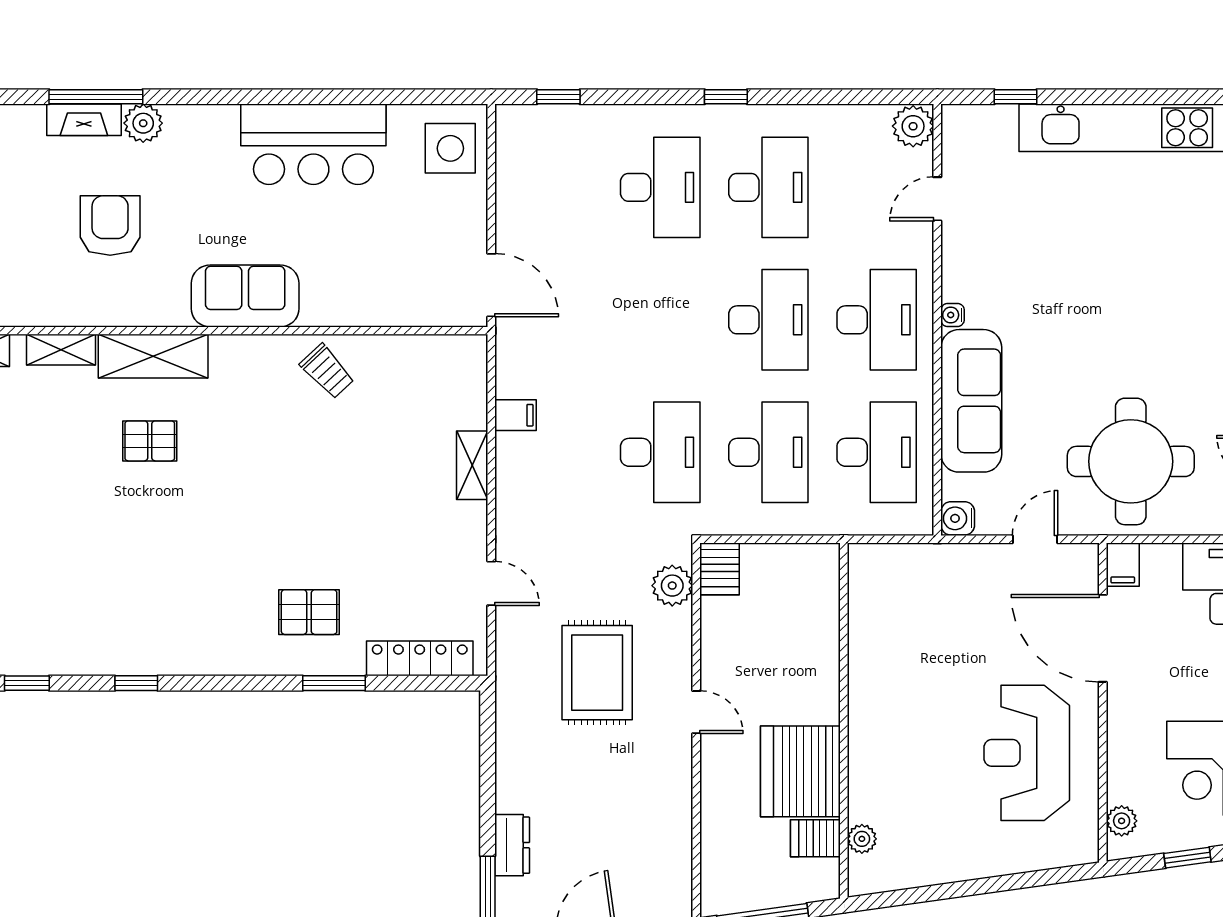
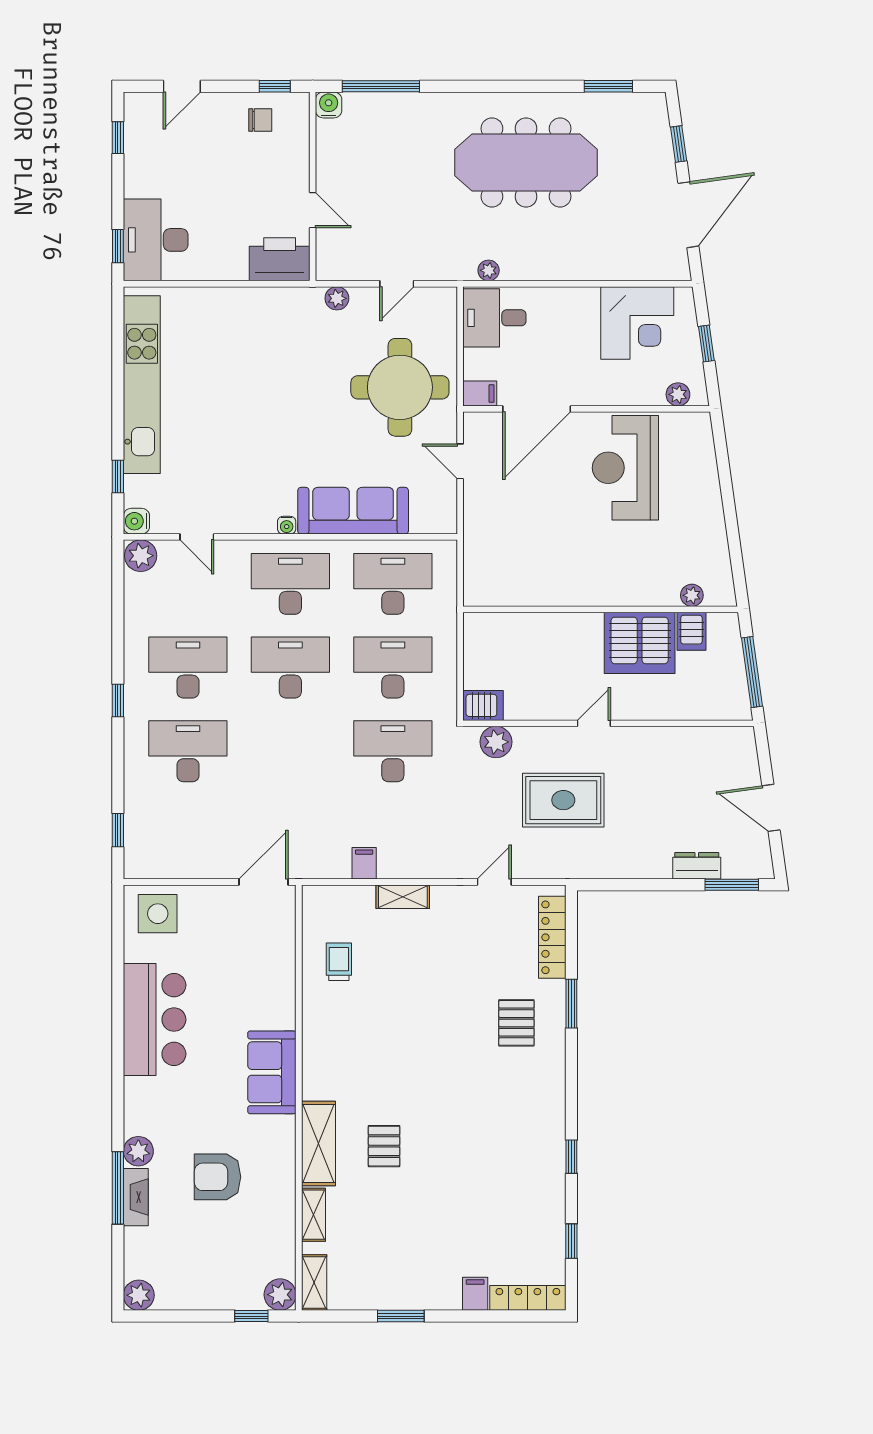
trolley: (327, 371) -> (339, 962), moved, turned -47
water cooler: (958, 518) -> (136, 521), moved, turned 90
reception desk: (1027, 753) -> (625, 468), turned 90

